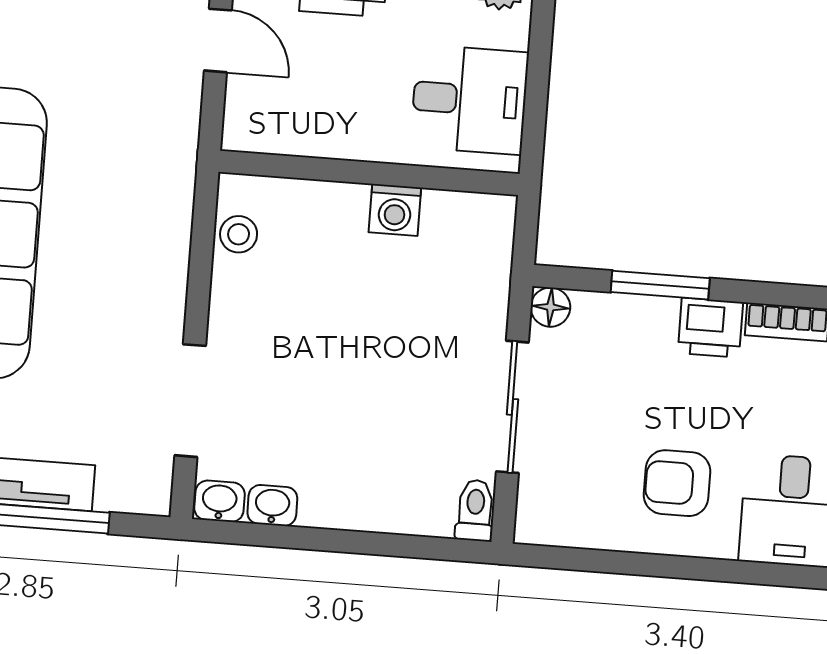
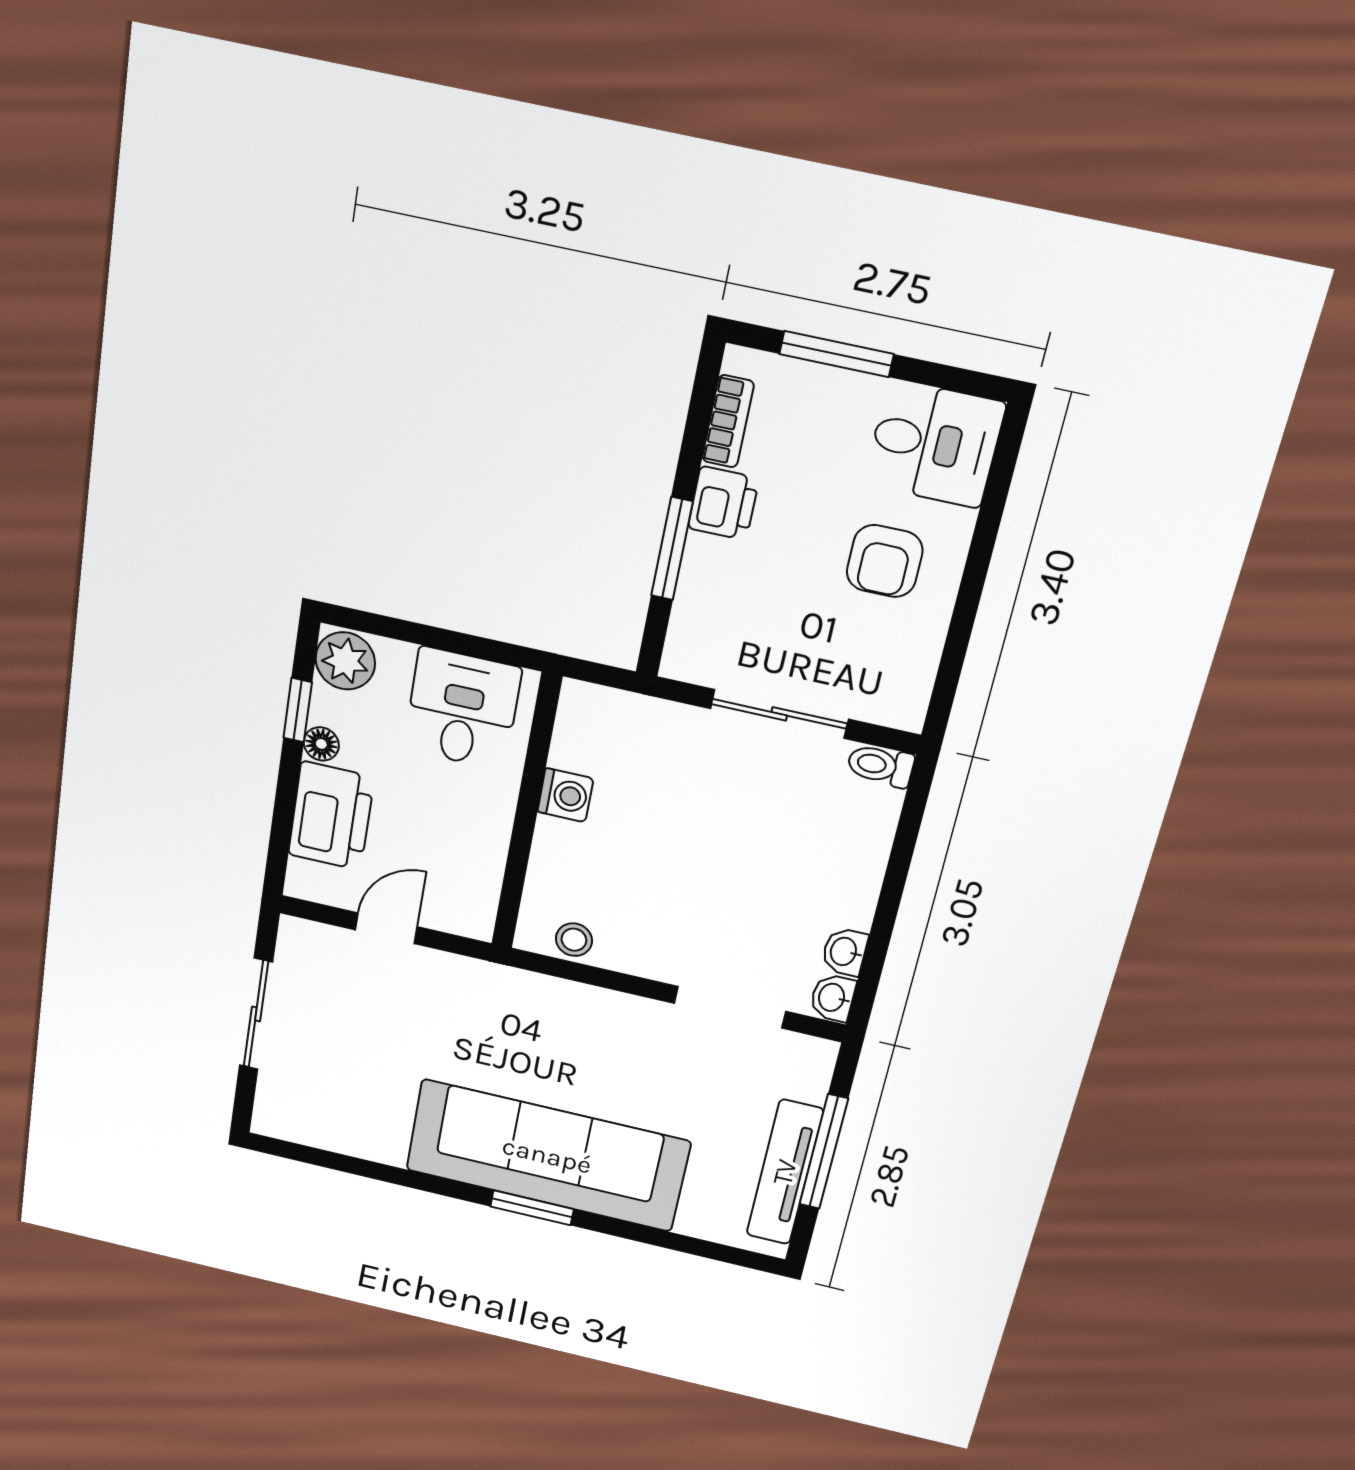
floor lamp: (550, 307) -> (681, 662), removed

